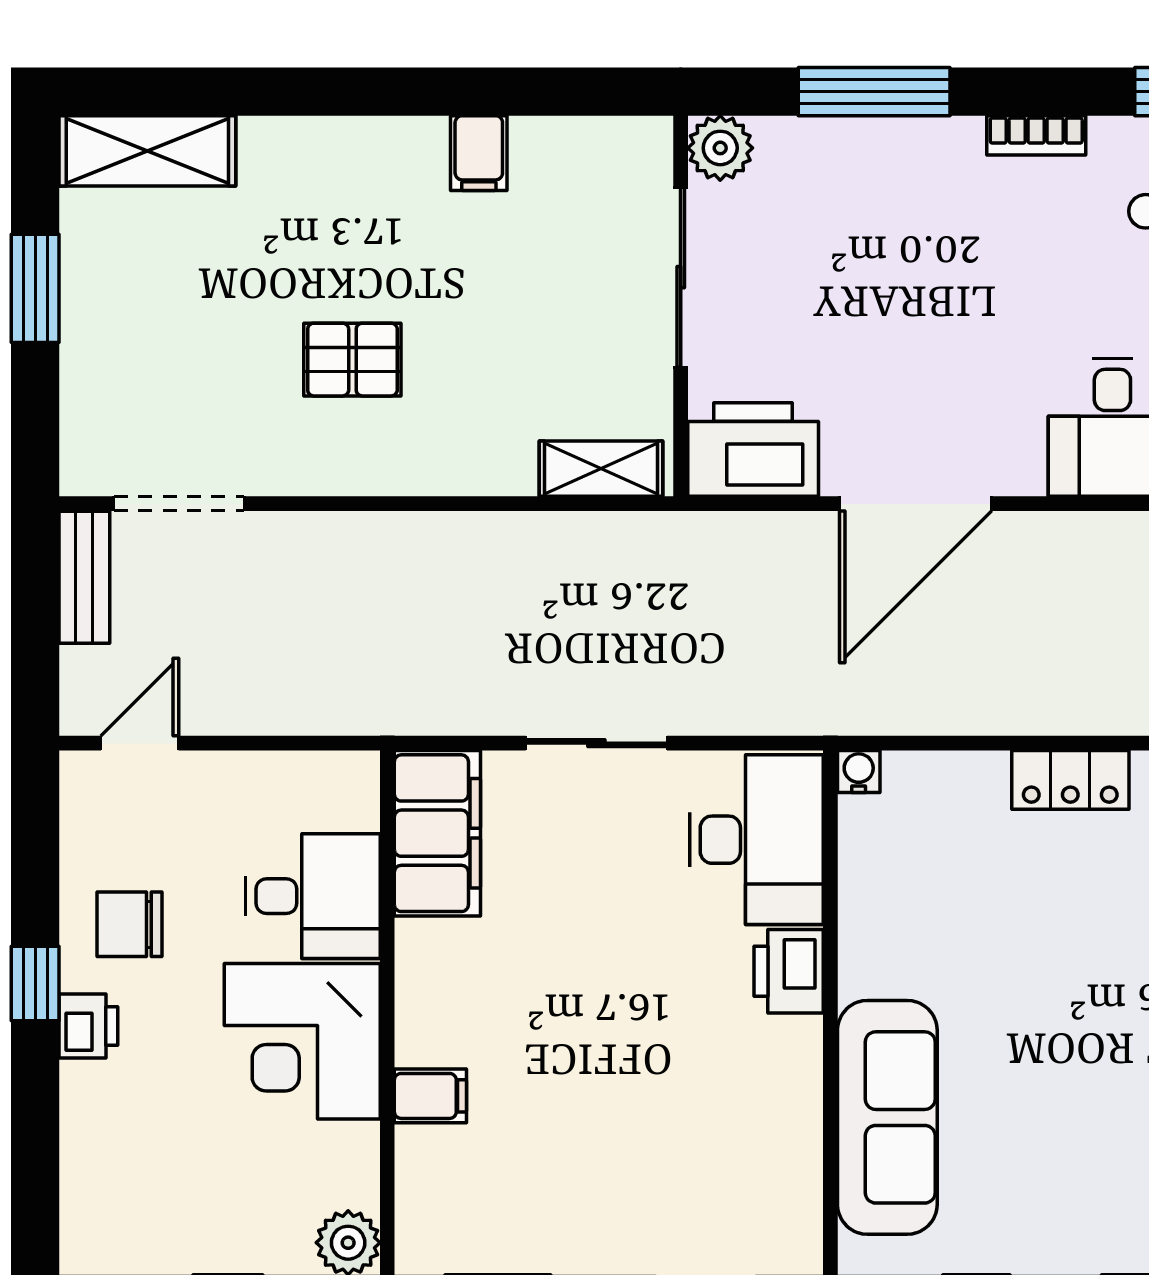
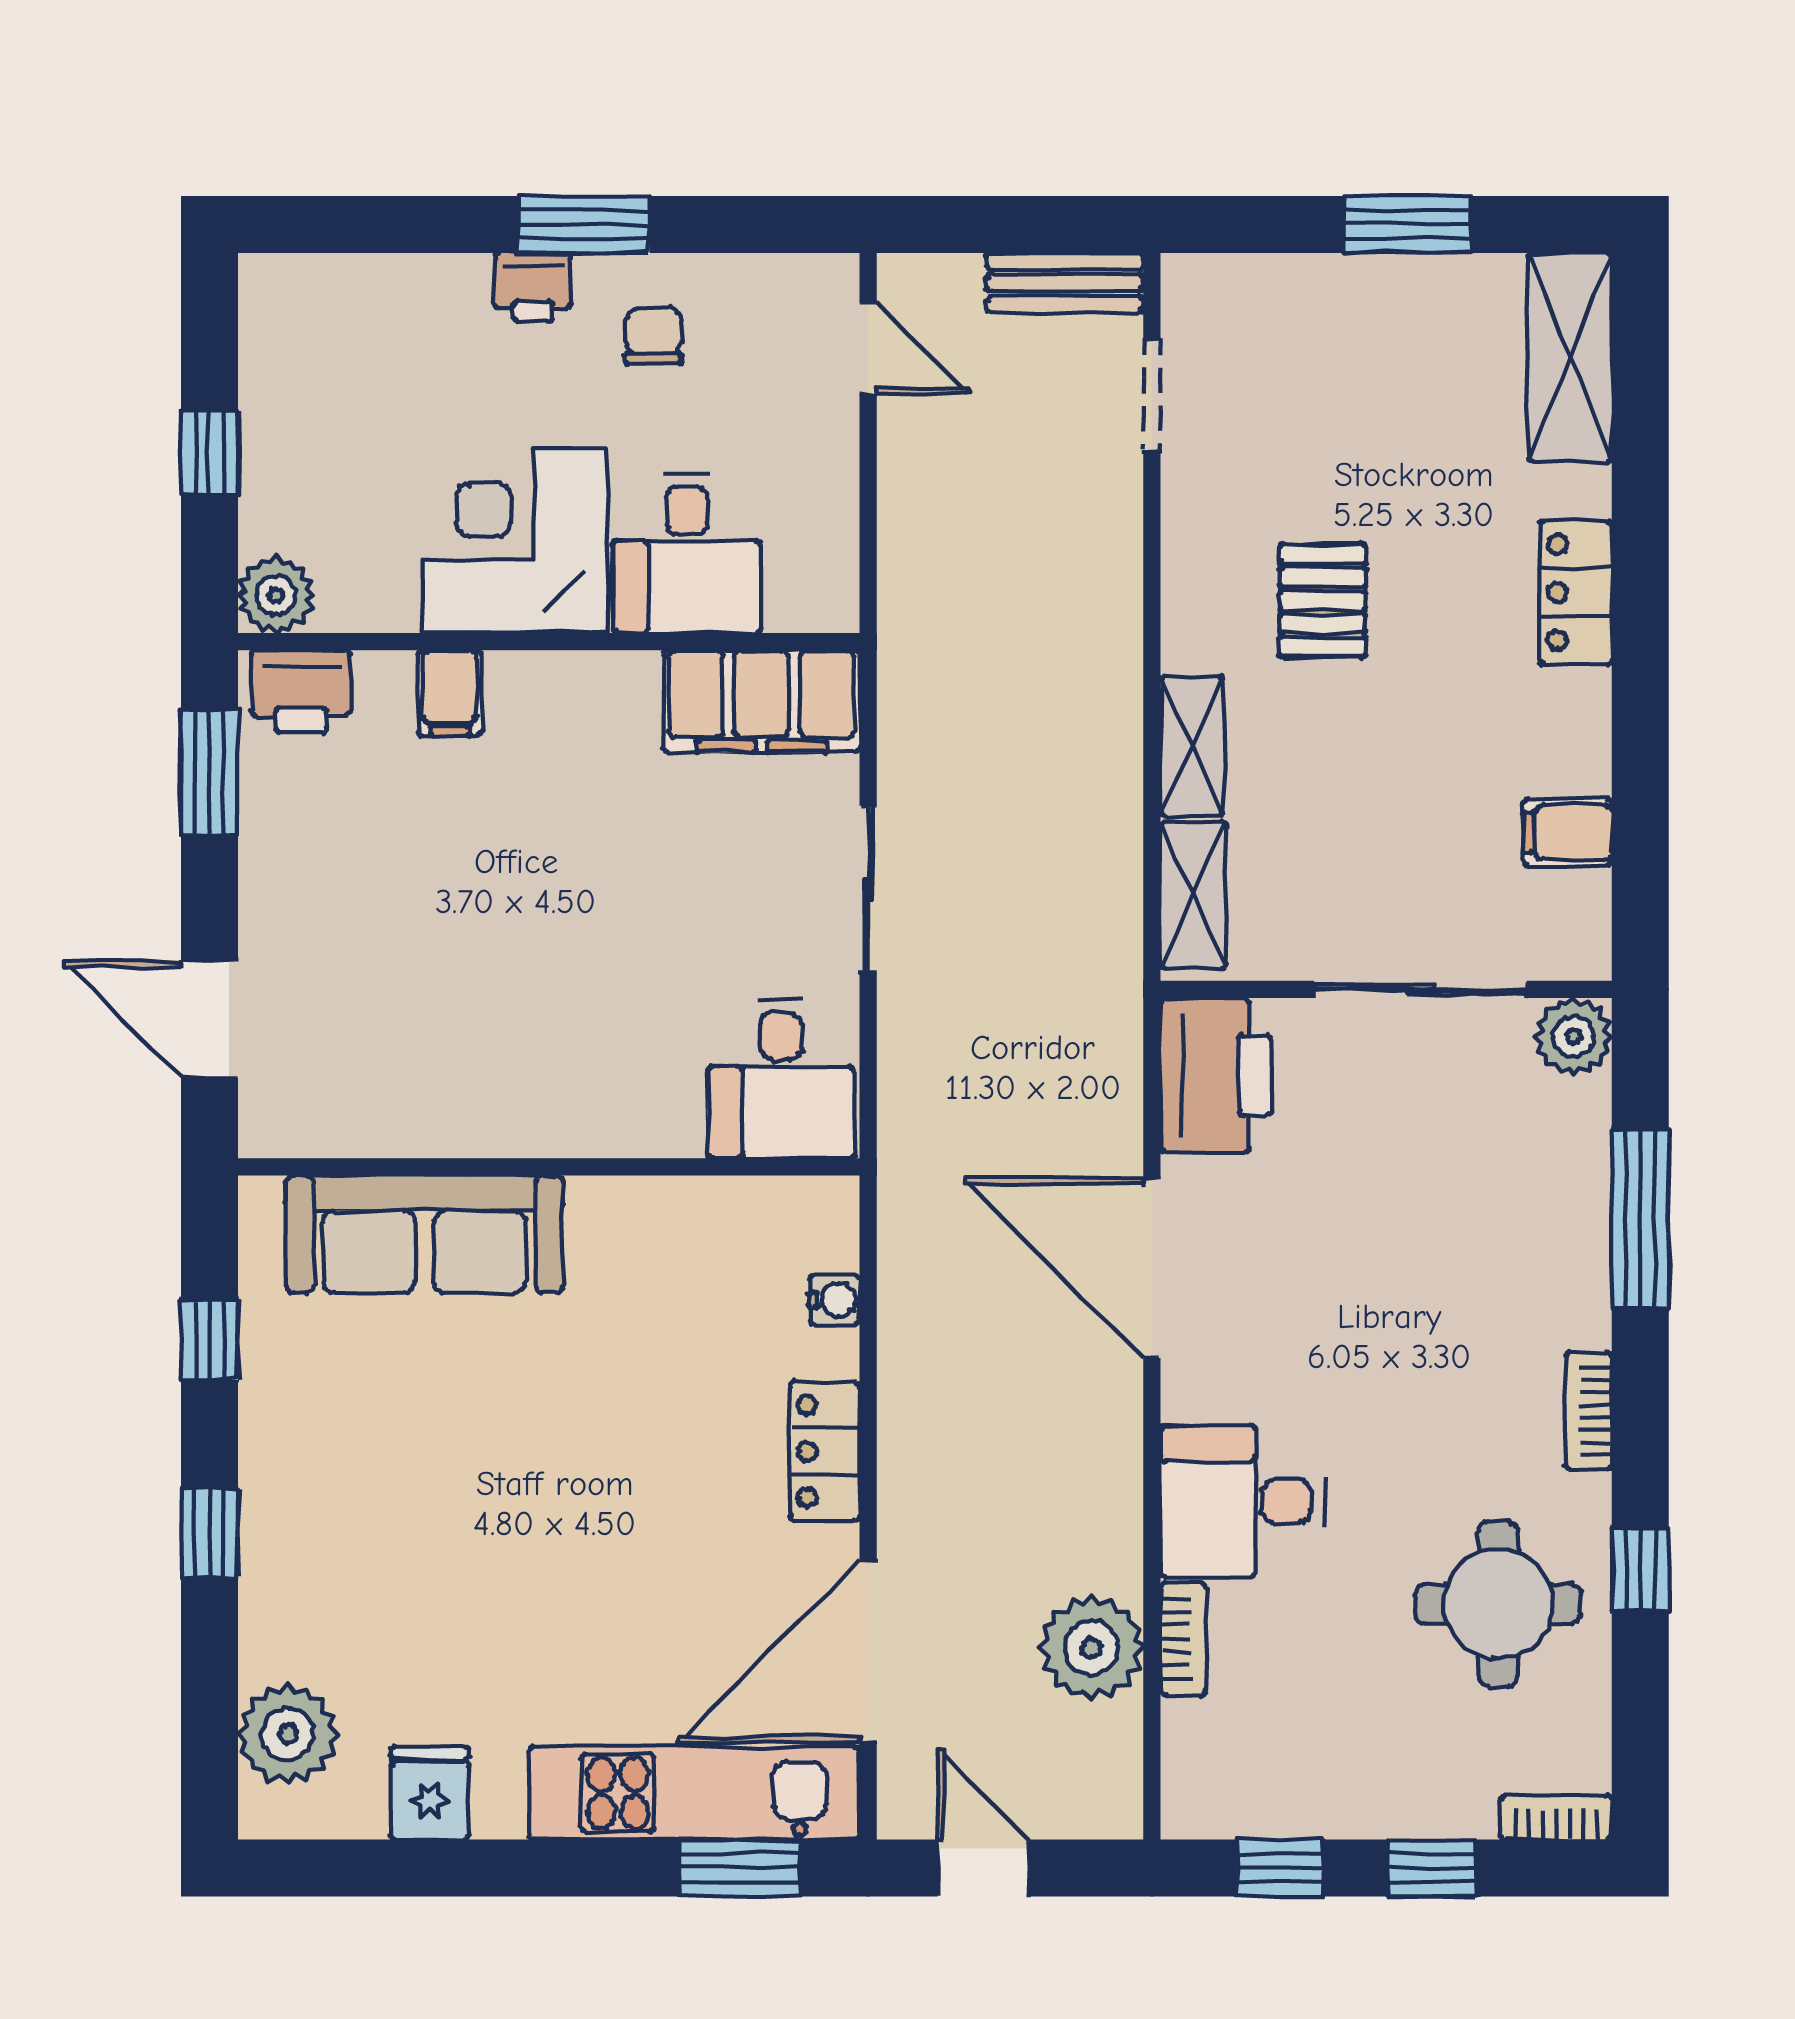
locker: (346, 146) -> (1576, 592), added
filing cabinet: (479, 153) -> (1567, 833), moved
shelving: (475, 470) -> (1192, 746), added
doorway: (179, 504) -> (1152, 395), width x0.73
water cooler: (859, 771) -> (835, 1300), moved
desk: (756, 840) -> (781, 1079), width x0.73
chair: (129, 924) -> (653, 336), width x0.73, depth x0.73
printer: (789, 971) -> (301, 691), moved, turned 180
window: (35, 983) -> (583, 224), width x1.50

